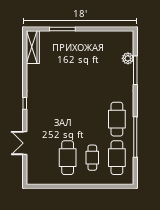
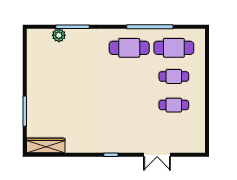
cafe table: (68, 158) -> (174, 105), width x0.73, depth x0.74

